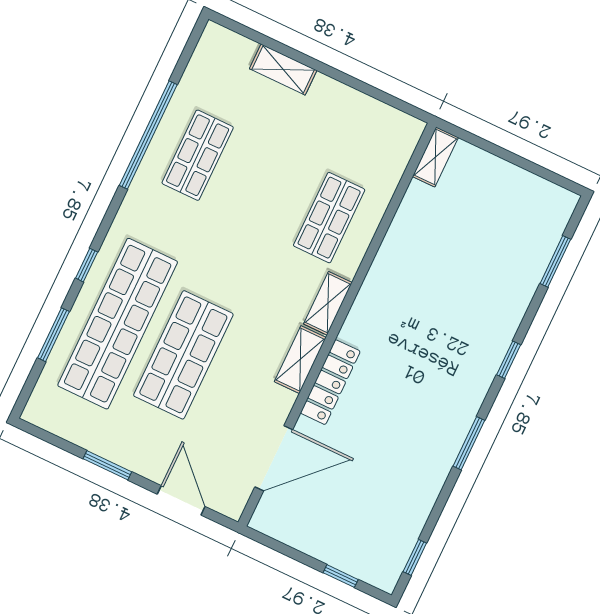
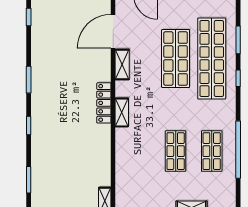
shop shelf: (329, 218) -> (176, 151), moved
shelving: (300, 360) -> (122, 64), moved
locker: (330, 382) -> (104, 103), moved

